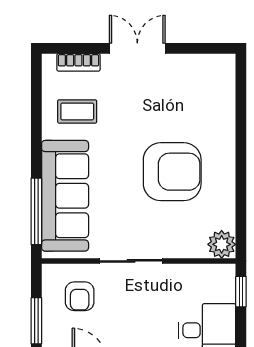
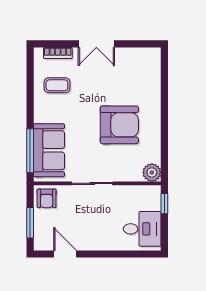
double door: (137, 48) -> (96, 44), swing flipped
sofa: (65, 196) -> (49, 150), width x0.73
armchair: (80, 296) -> (47, 198), moved

